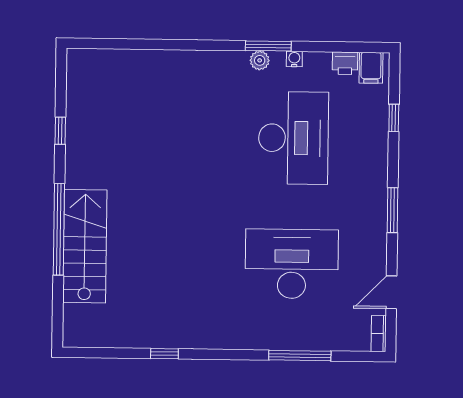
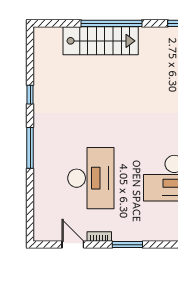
bookcase: (379, 334) -> (99, 236), moved
window: (300, 356) -> (30, 148), moved

